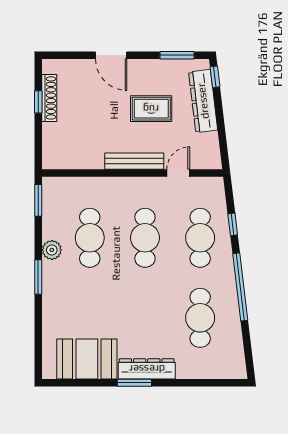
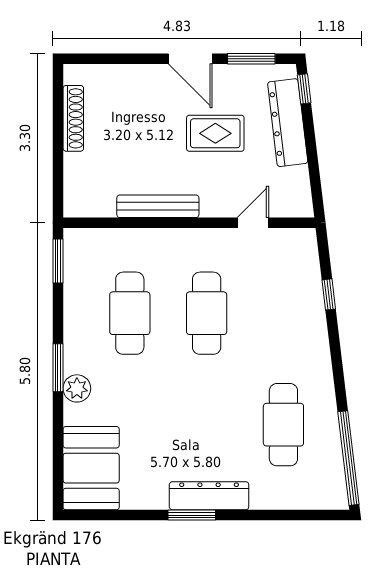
door: (111, 55) -> (190, 59), moved
window: (38, 102) -> (58, 124), removed
bench: (134, 161) -> (158, 206), moved
cafe table: (200, 238) -> (283, 313), removed
plant: (52, 250) -> (77, 388), moved
window: (240, 287) -> (348, 458), moved
booth: (87, 359) -> (91, 468), moved, turned 90

